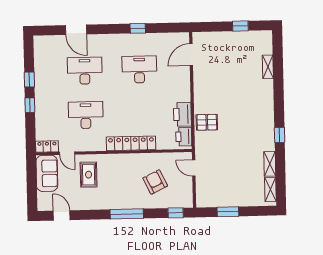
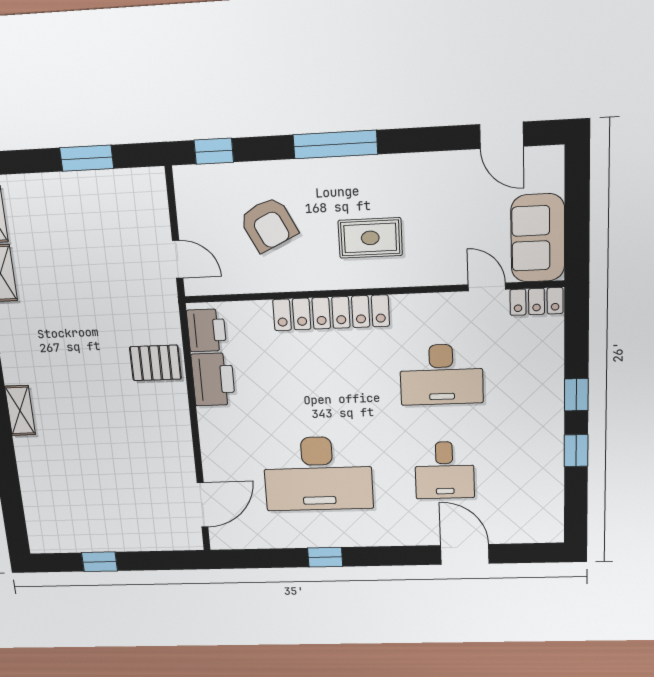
shelving: (268, 67) -> (20, 410), moved
desk: (139, 69) -> (318, 474), width x1.36, depth x1.30
desk: (85, 71) -> (445, 470), width x0.73
rug: (89, 175) -> (370, 238), moved, turned 90

